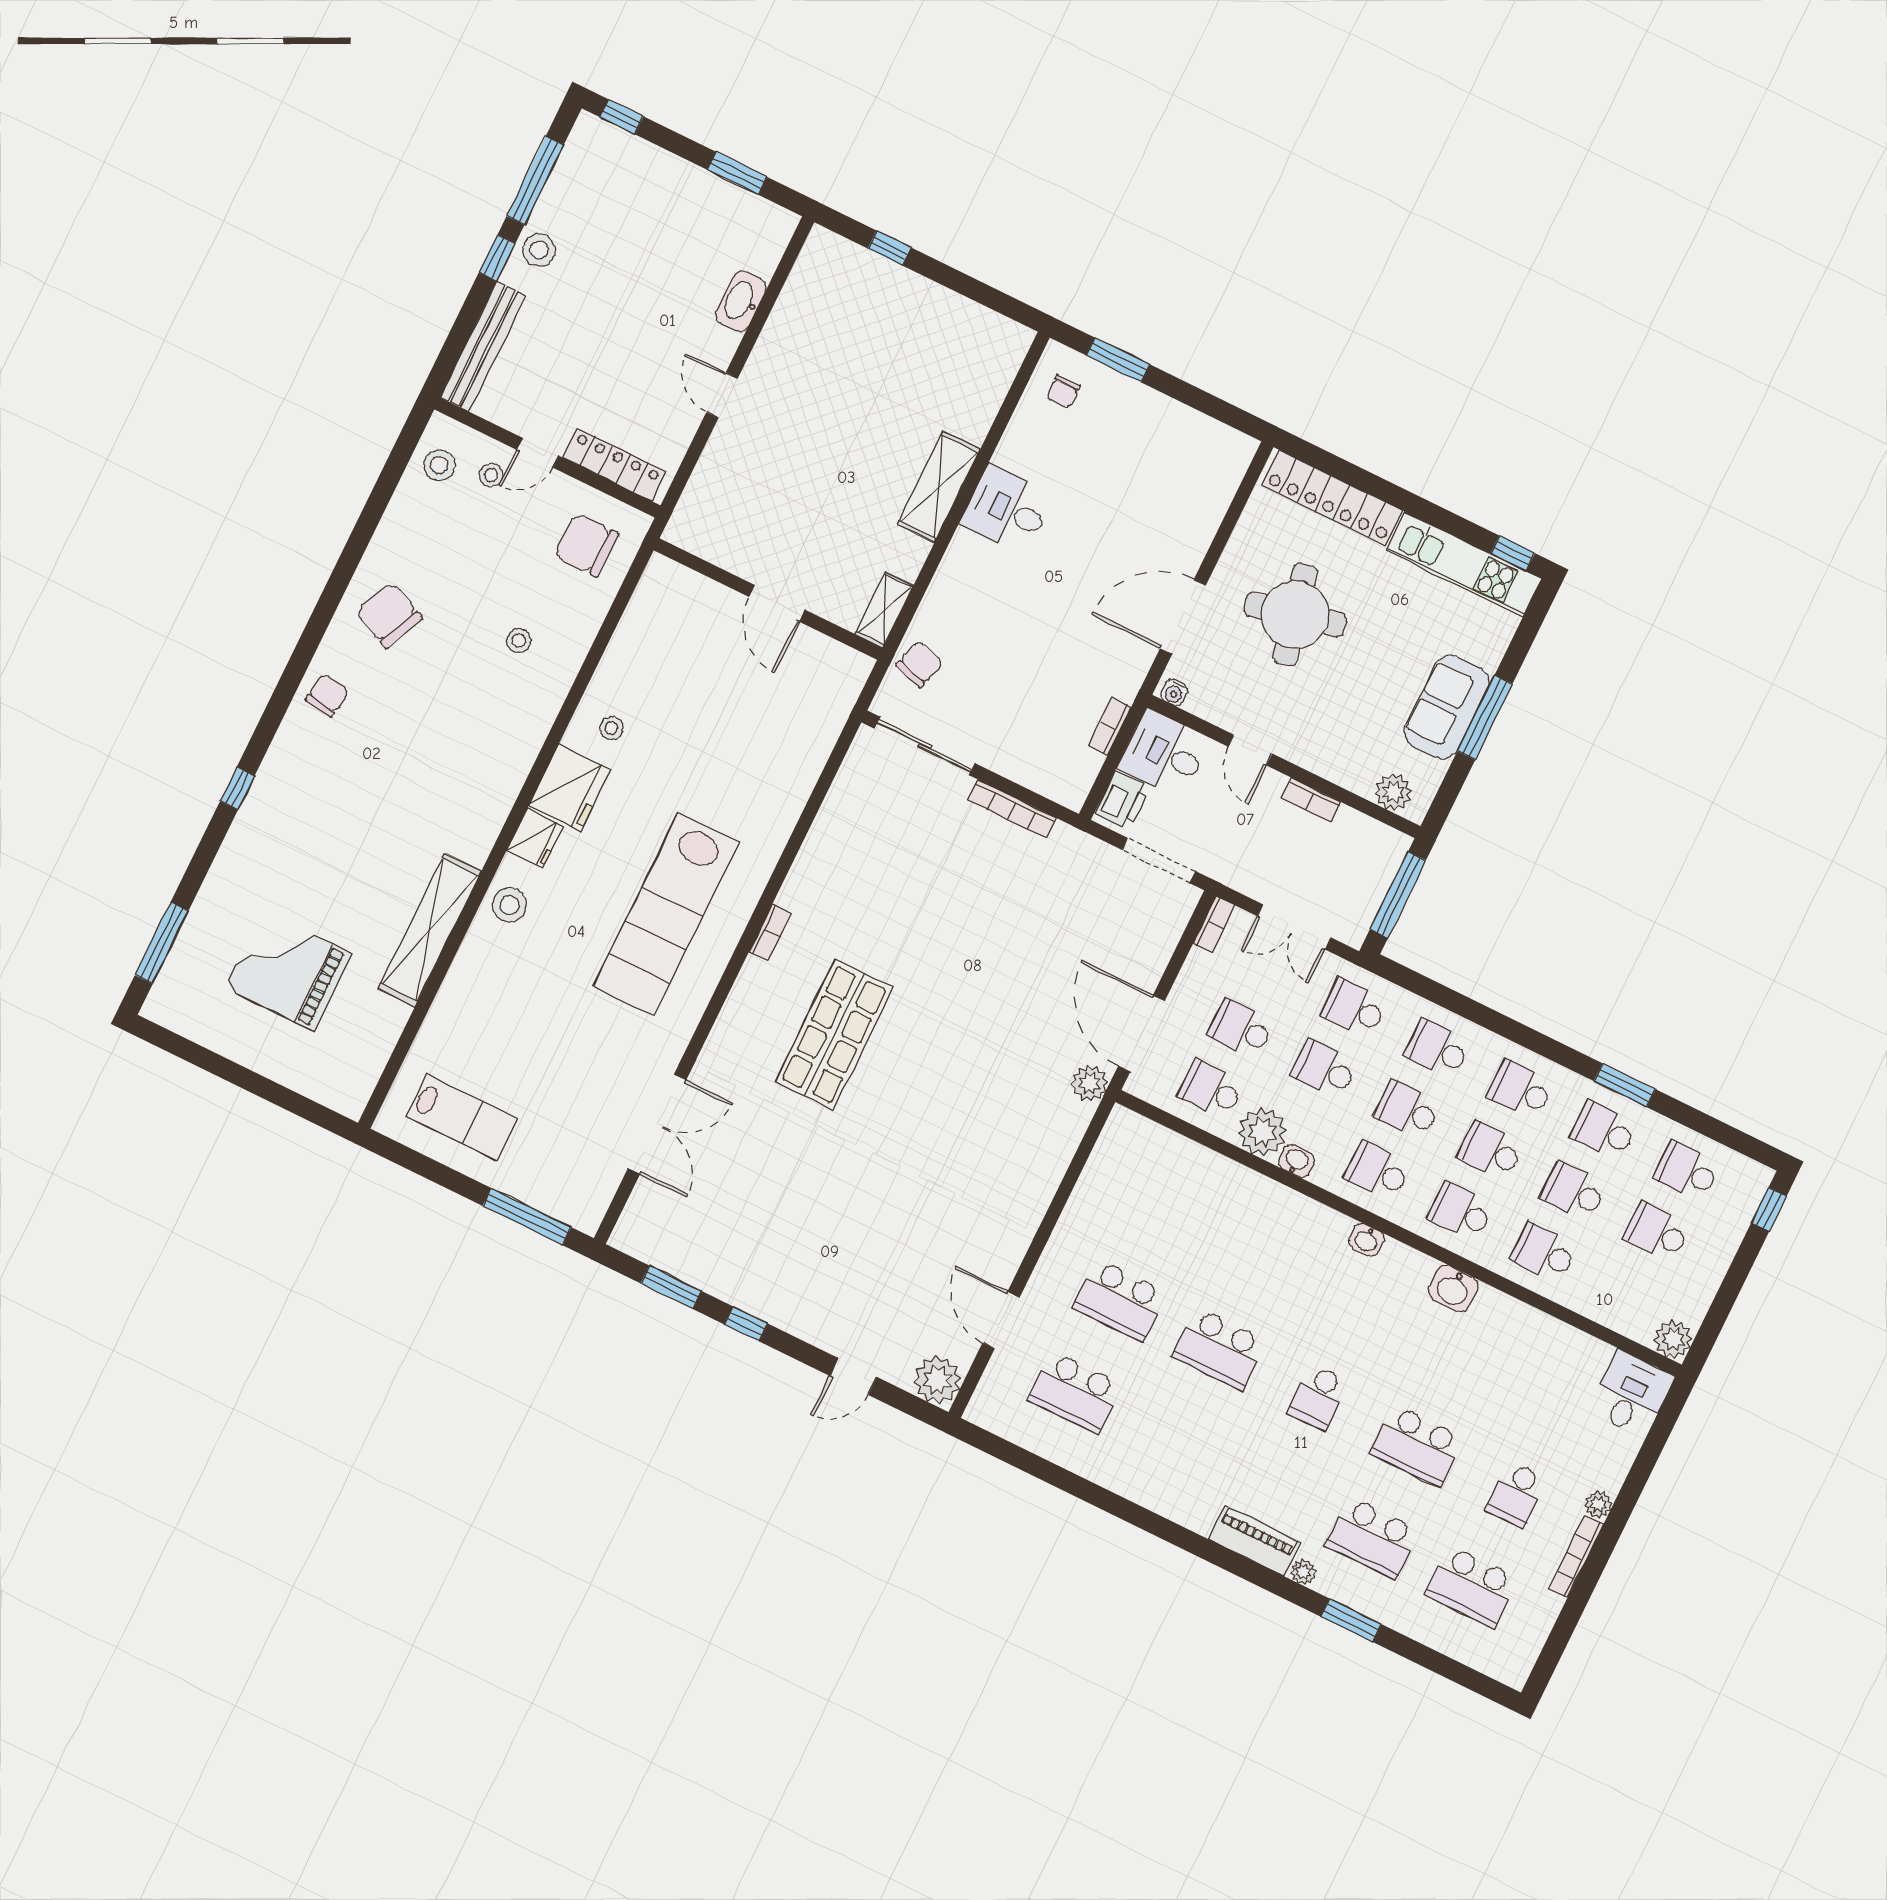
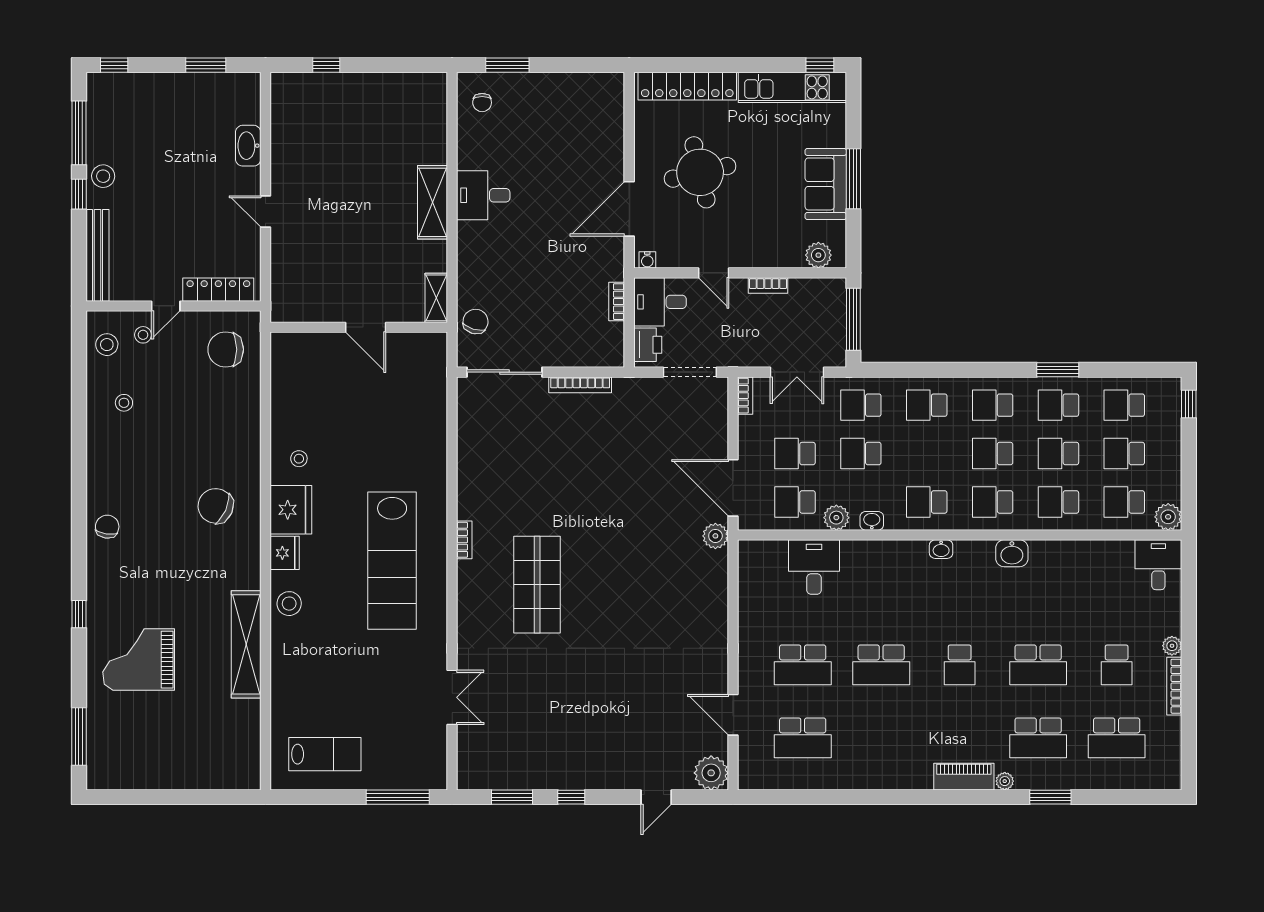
chair: (389, 615) -> (216, 506), moved
stool: (519, 641) -> (124, 403), moved
grand piano: (288, 971) -> (139, 660), moved
school desk: (1407, 1110) -> (1124, 502), moved
double door: (657, 1124) -> (452, 697), width x0.73
plant: (1262, 1132) -> (836, 518), width x0.73, depth x0.73
desk: (1195, 1184) -> (814, 567), added

